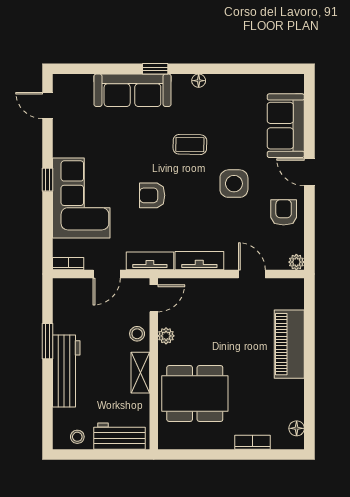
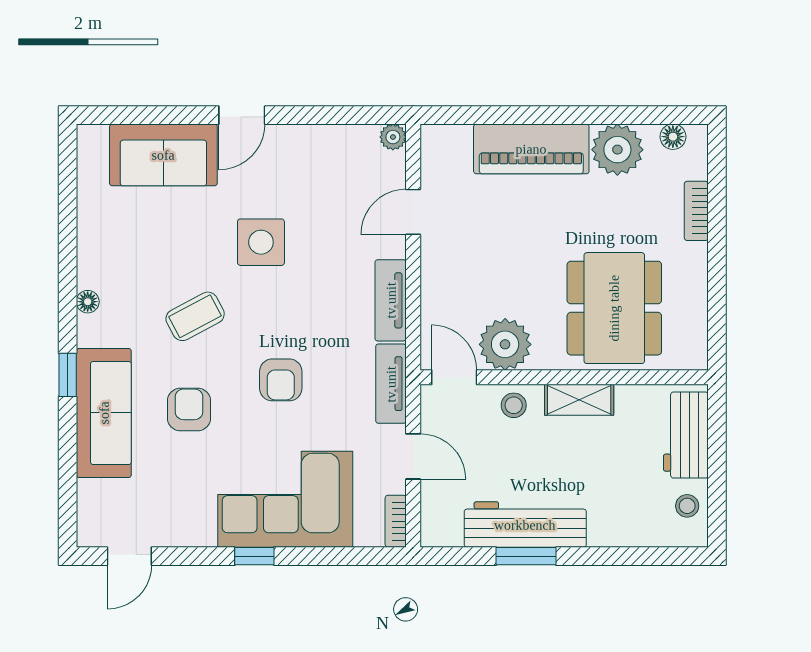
coffee table: (190, 144) -> (195, 316), turned 61
armchair: (284, 212) -> (189, 409), moved, turned 90
plant: (166, 336) -> (505, 344), width x1.88, depth x1.88
workbench: (66, 371) -> (525, 525), moved
plant: (289, 395) -> (617, 150), added

